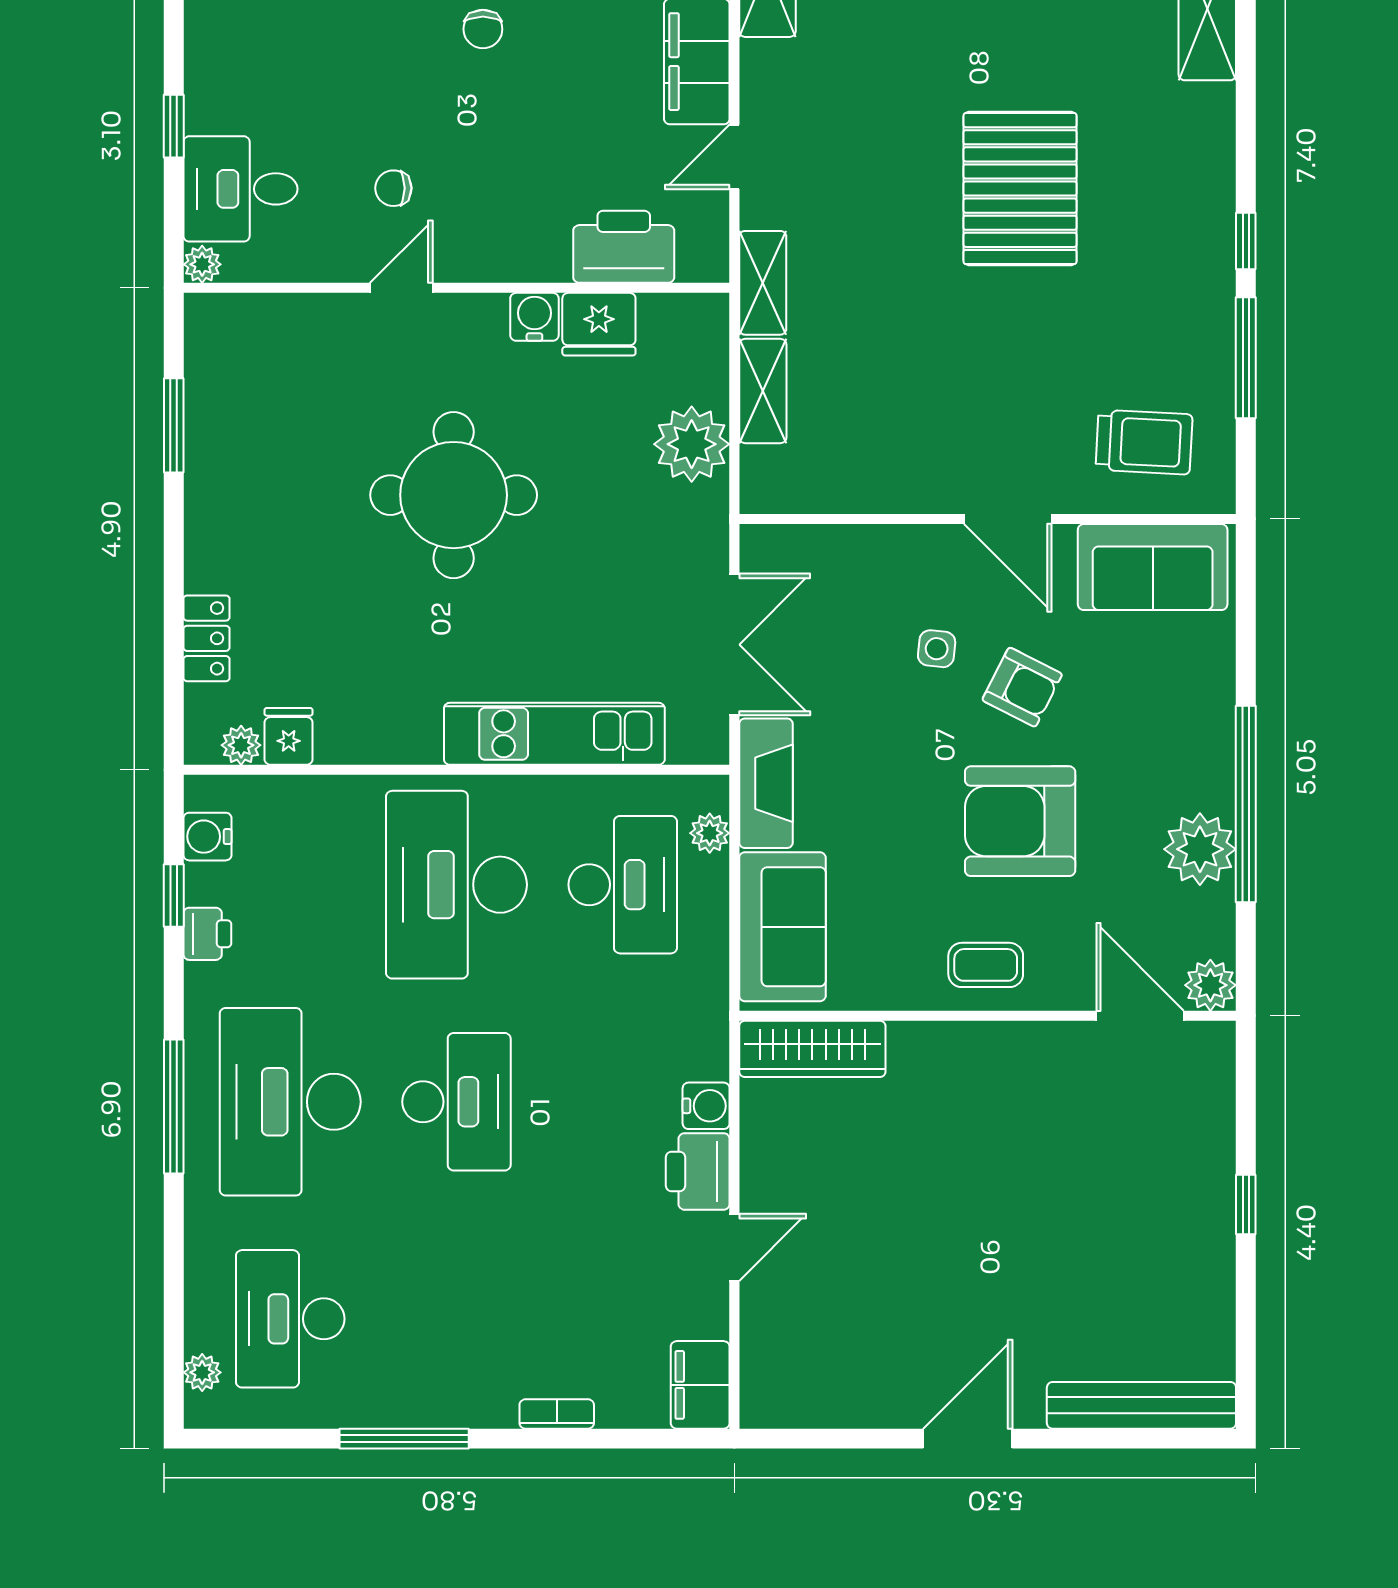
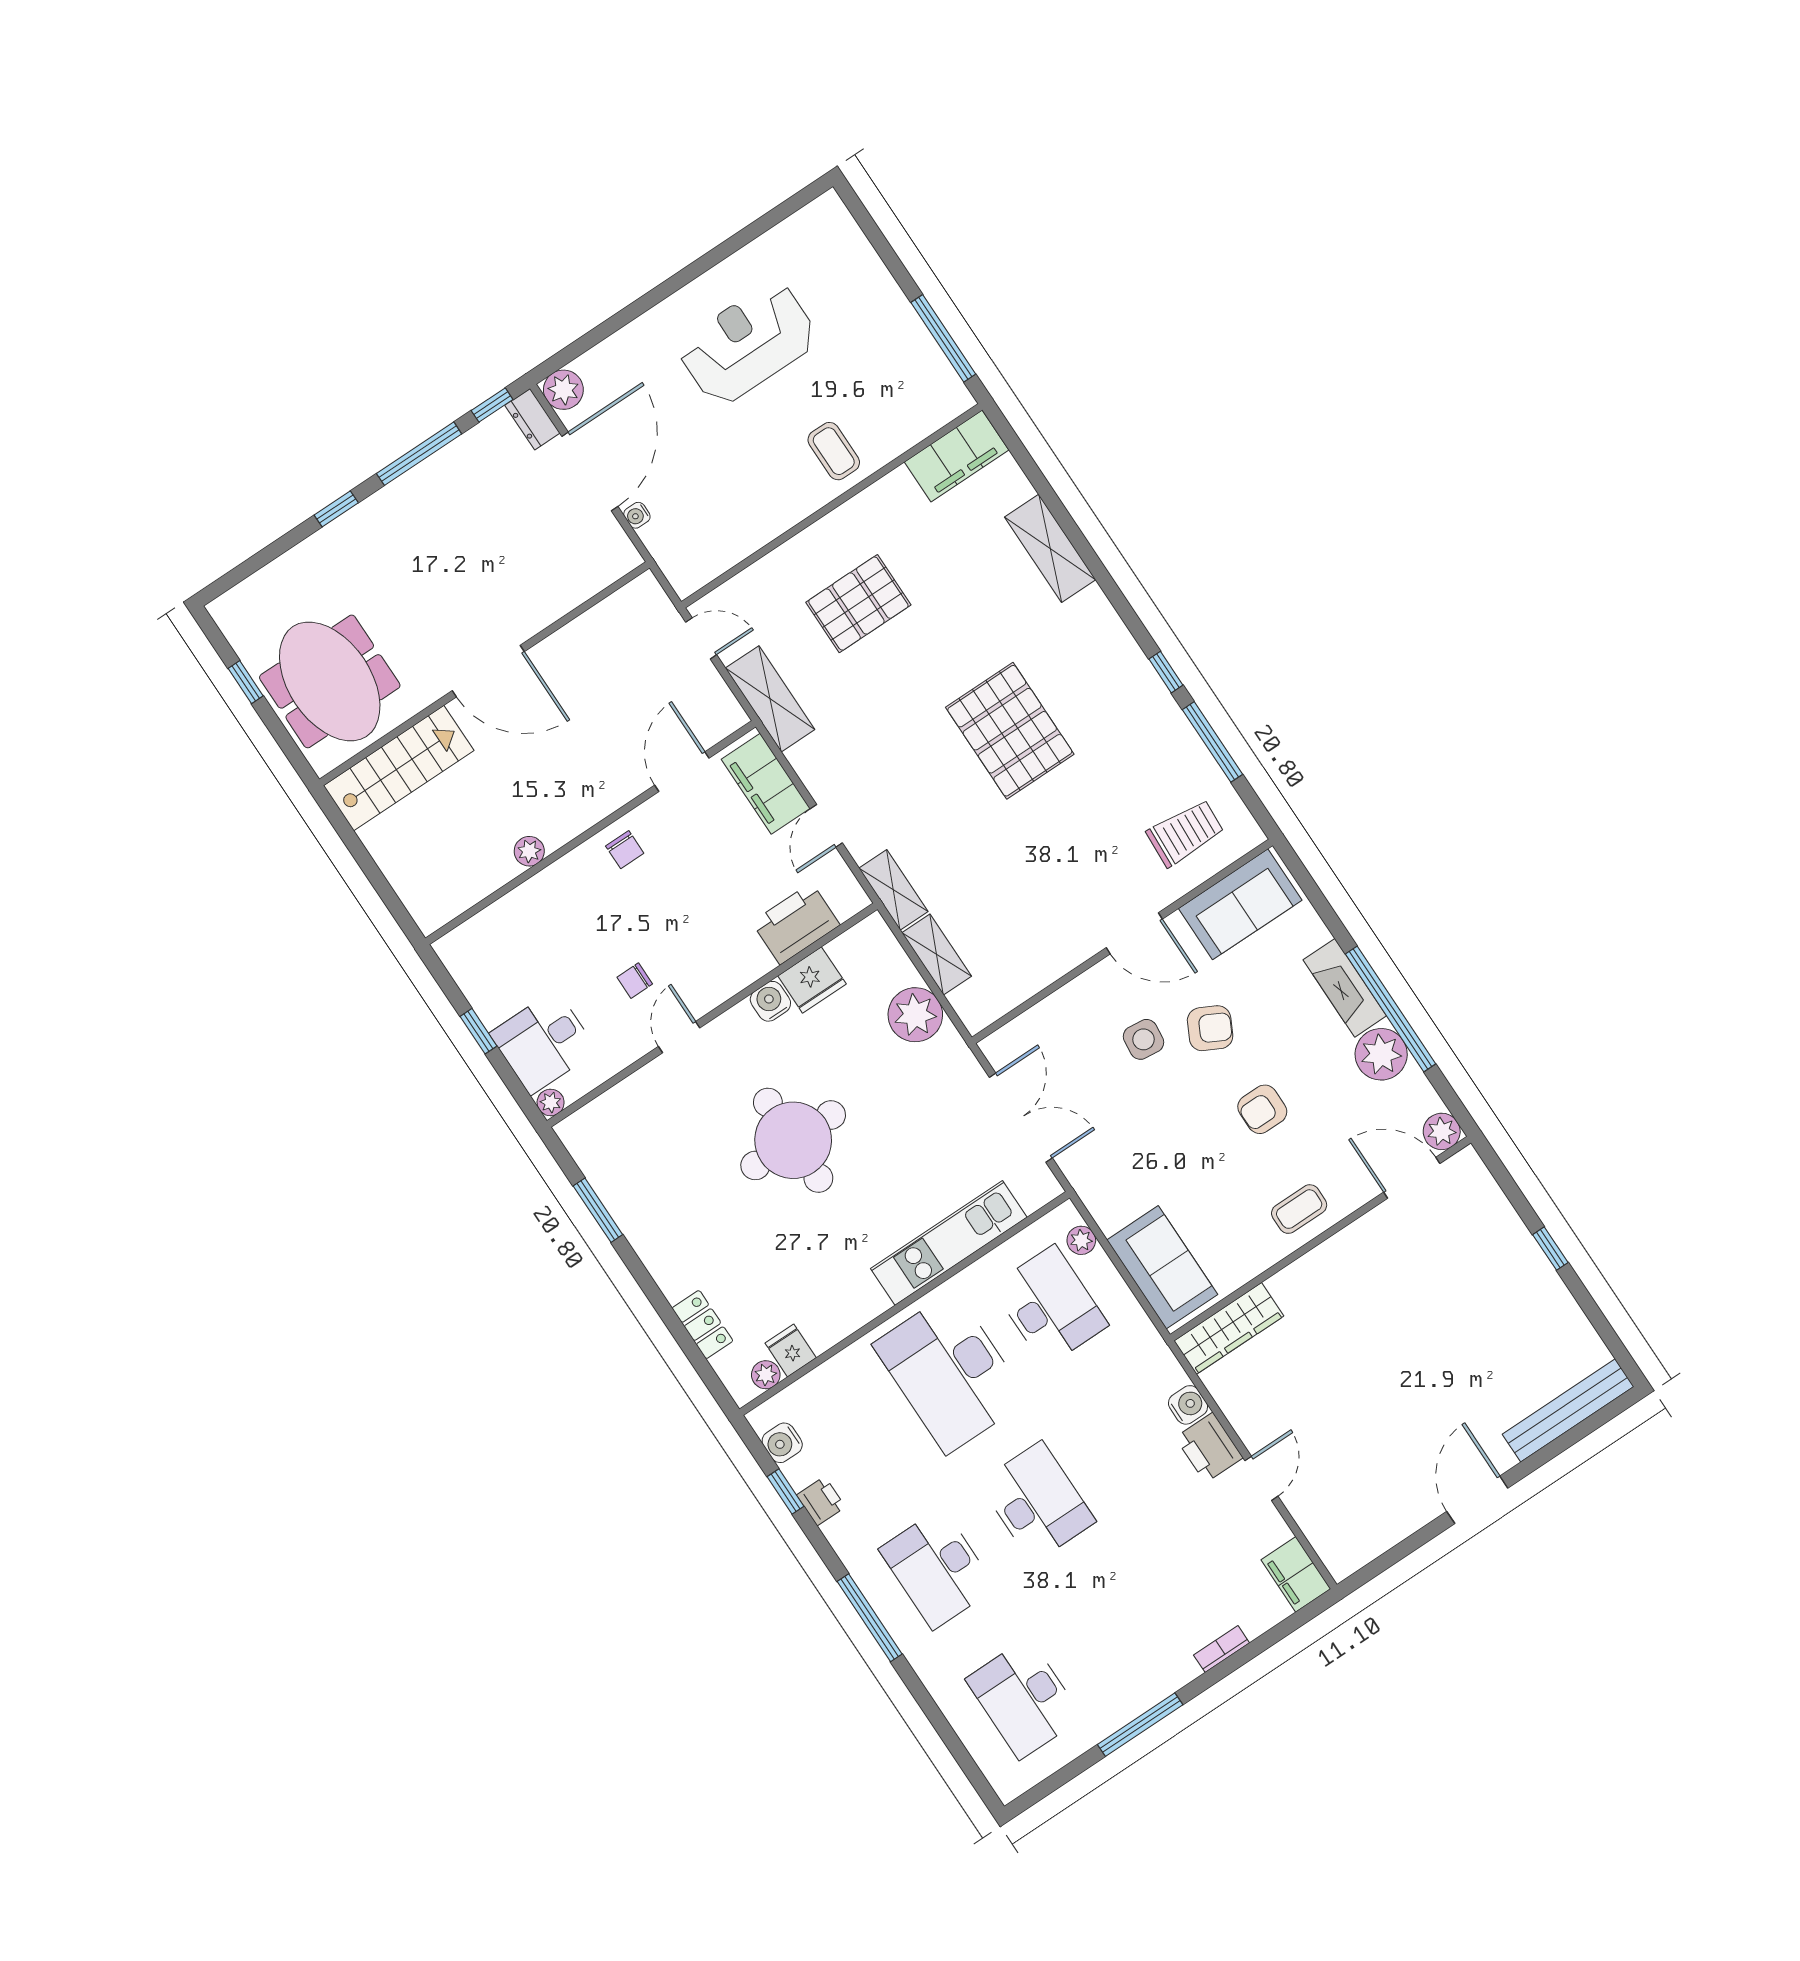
side table: (937, 649) -> (1144, 1039), width x1.37, depth x1.37
fireplace: (766, 783) -> (1345, 988), moved, turned 180
armchair: (1020, 821) -> (1262, 1109), width x0.53, depth x0.53
desk: (290, 1102) -> (938, 1568), width x0.73, depth x0.77
plant: (202, 1372) -> (993, 1766), removed

